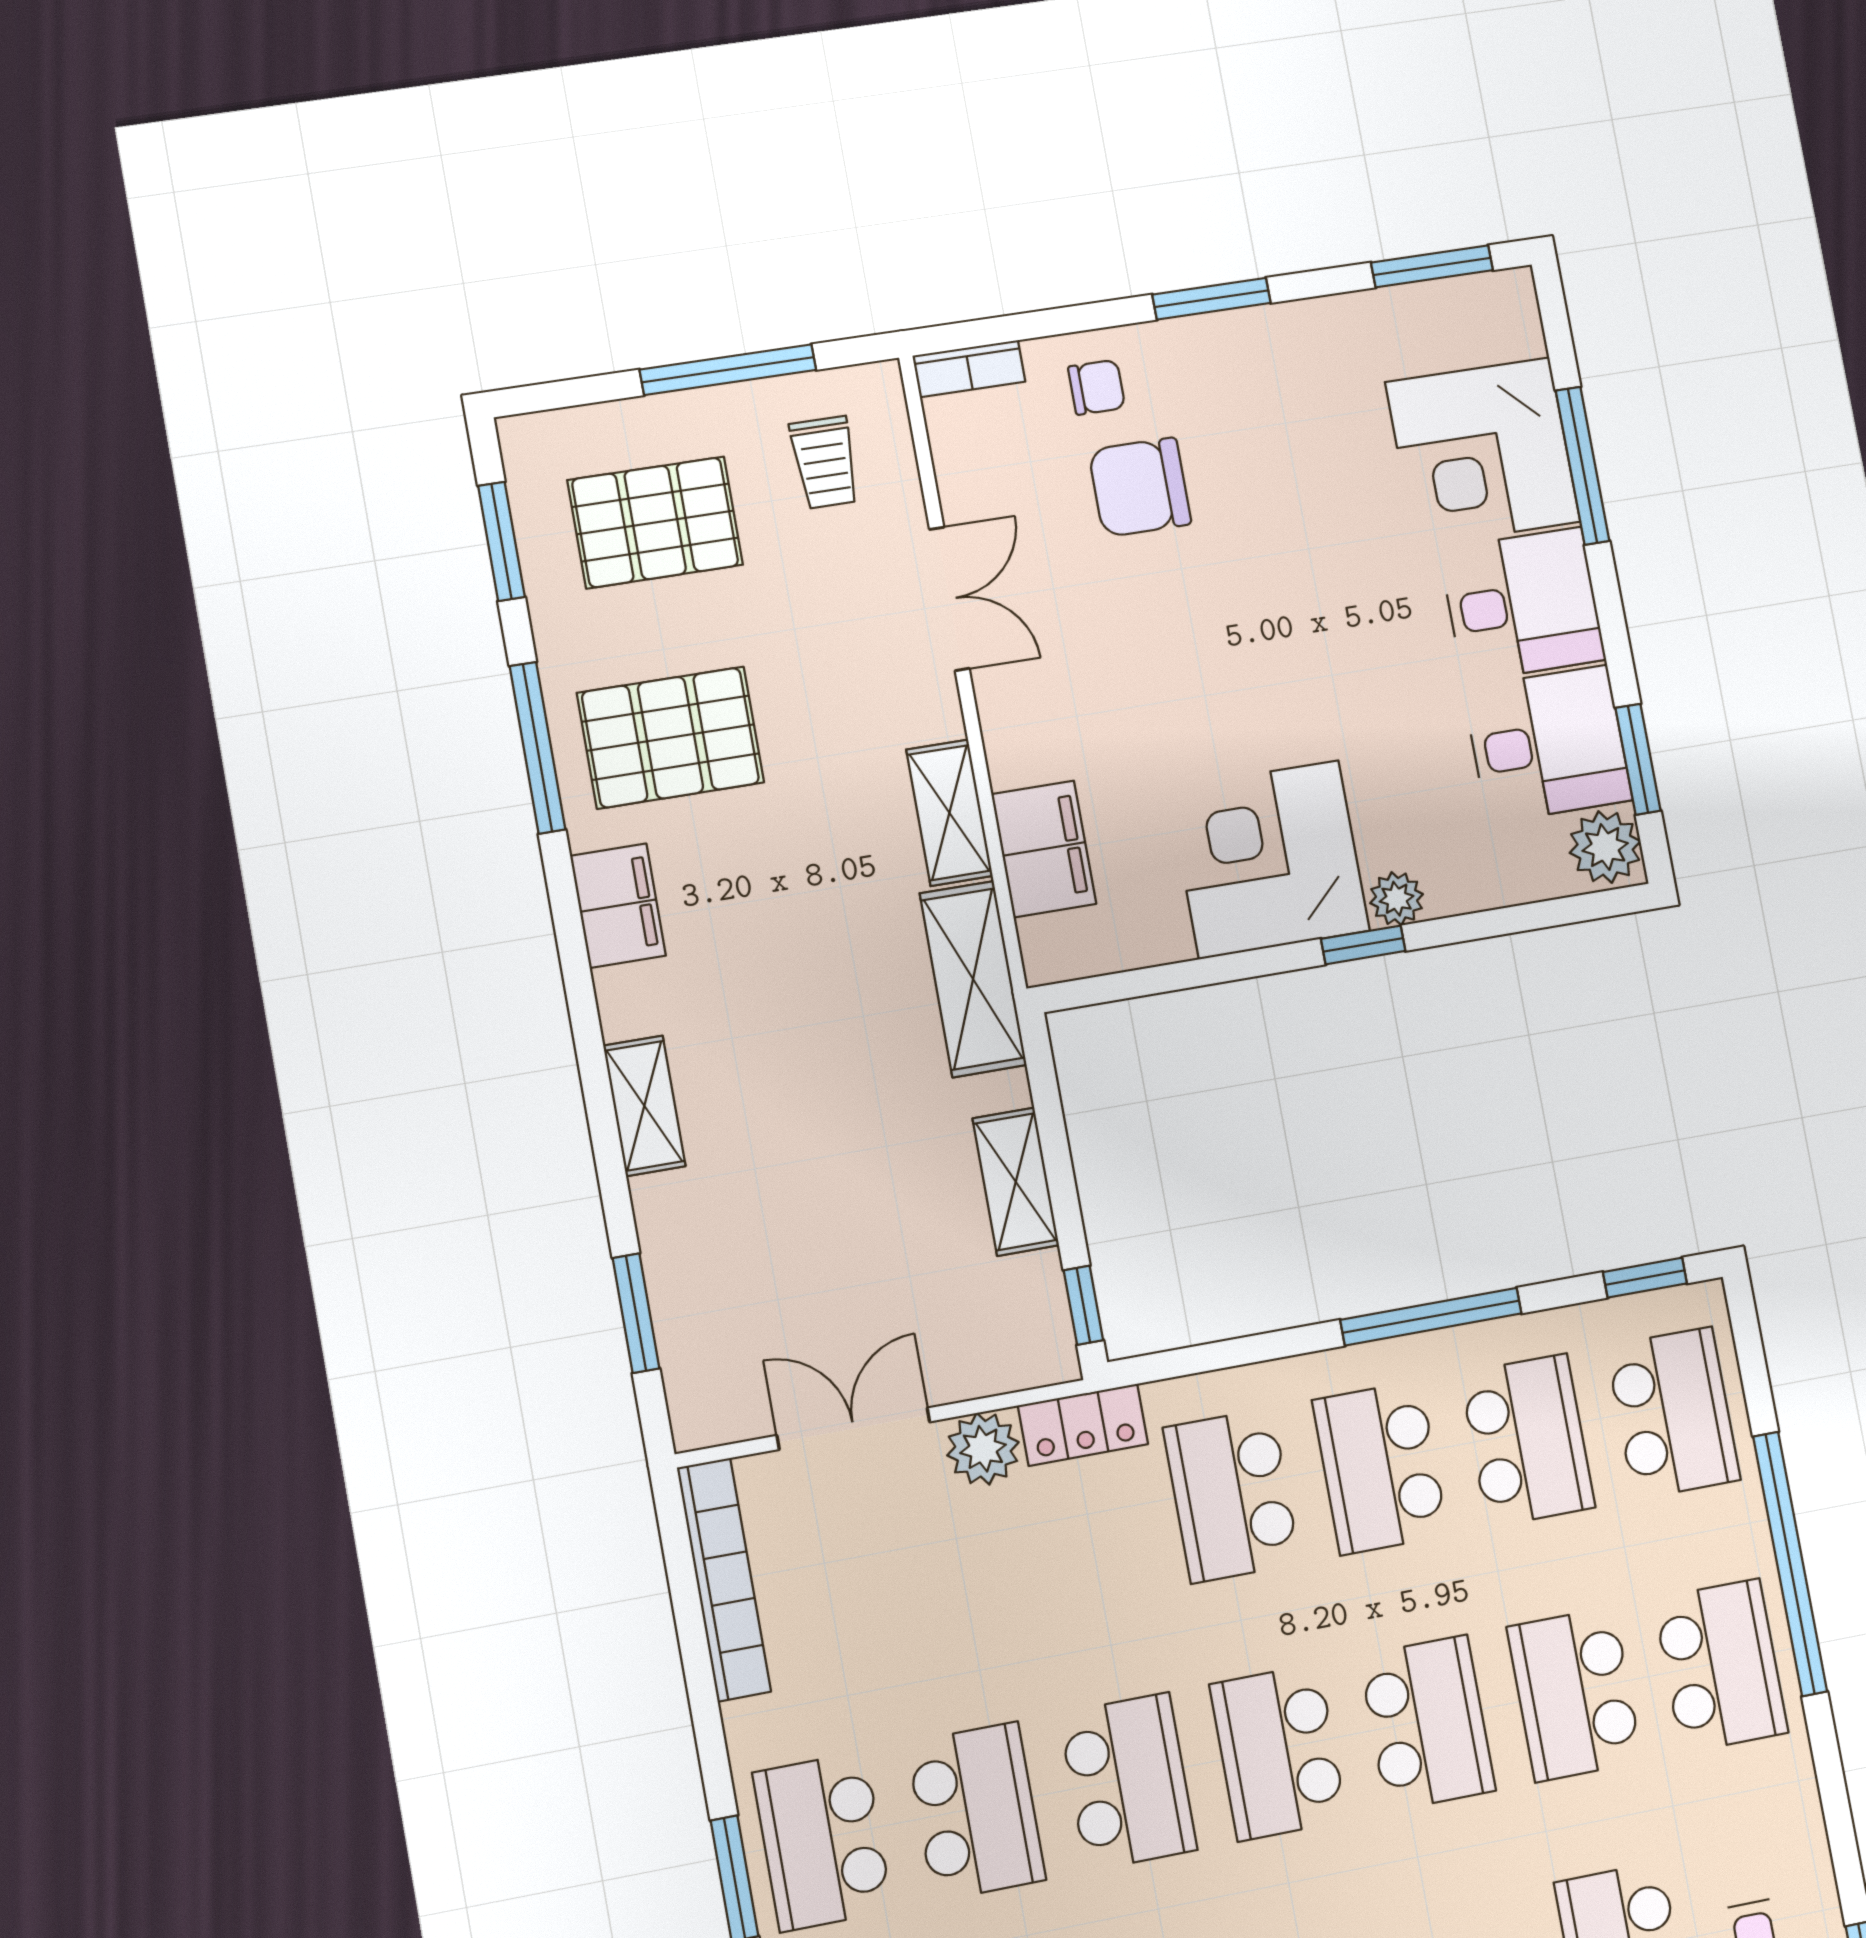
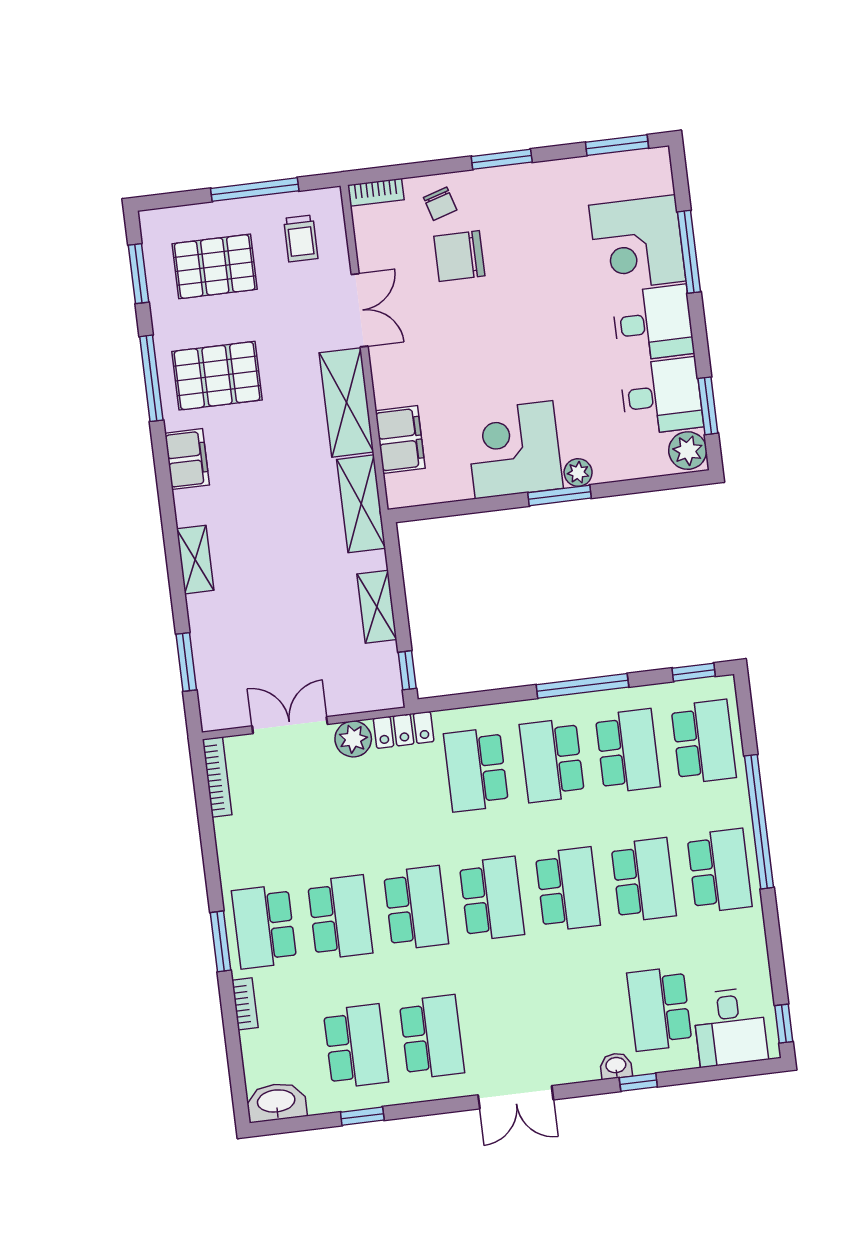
chair: (1097, 387) -> (440, 204), turned 73
shelving: (949, 813) -> (346, 402), width x1.50, depth x1.33
window: (1363, 945) -> (559, 495), width x1.50
bookcase: (724, 1580) -> (217, 777), width x0.68, depth x0.76
school desk: (1575, 1694) -> (644, 880), turned 180
school desk: (1278, 1752) -> (492, 899), turned 180

